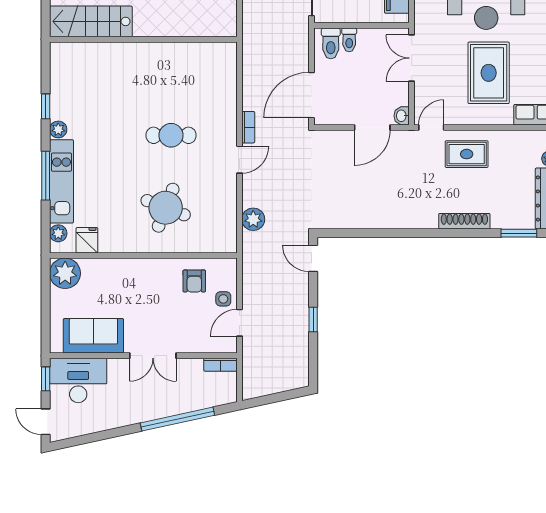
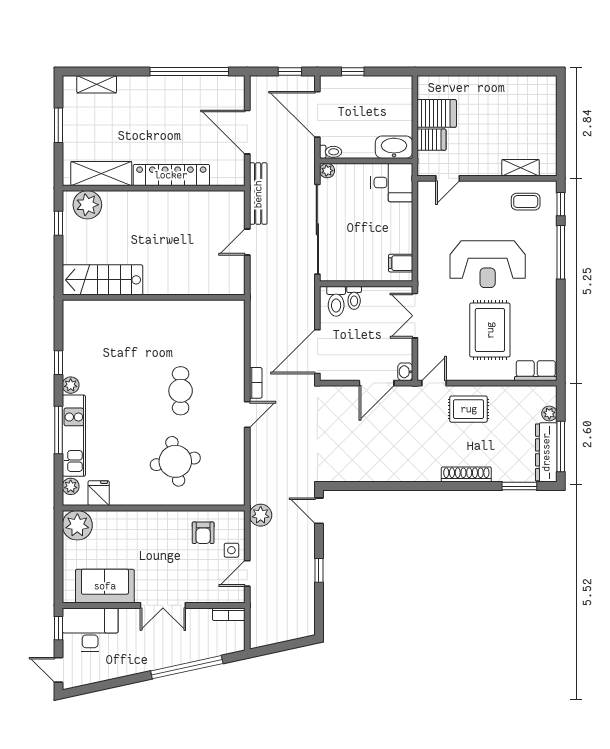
cafe table: (171, 135) -> (181, 391), turned 90
round table: (166, 208) -> (175, 461), turned -31
plant: (253, 219) -> (261, 515), moved

